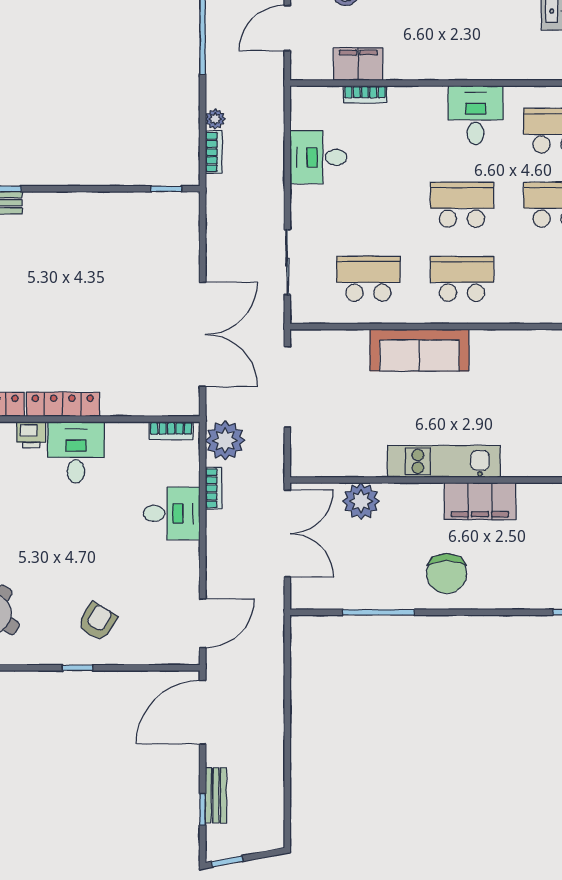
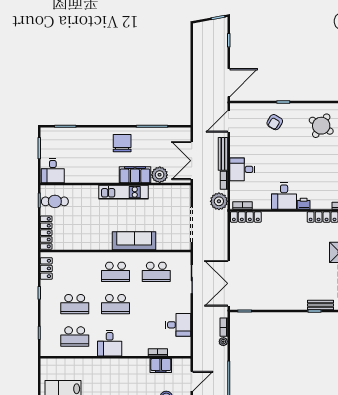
double door: (203, 334) -> (229, 283), moved
locker: (63, 404) -> (246, 217), moved
filing cabinet: (480, 501) -> (135, 175), moved
bench: (216, 795) -> (223, 154), moved, width x1.36

